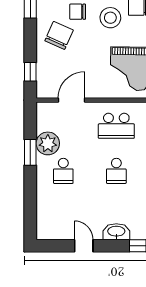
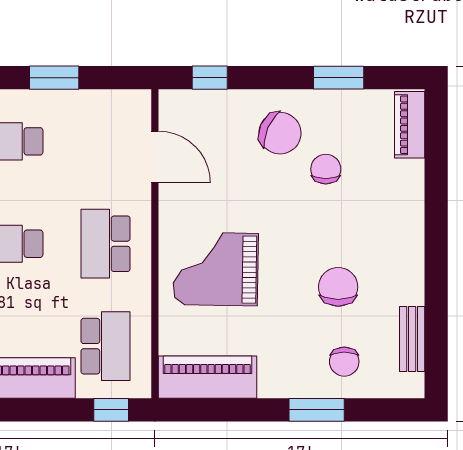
stool: (110, 18) -> (314, 232), removed
plant: (48, 143) -> (71, 111), removed

